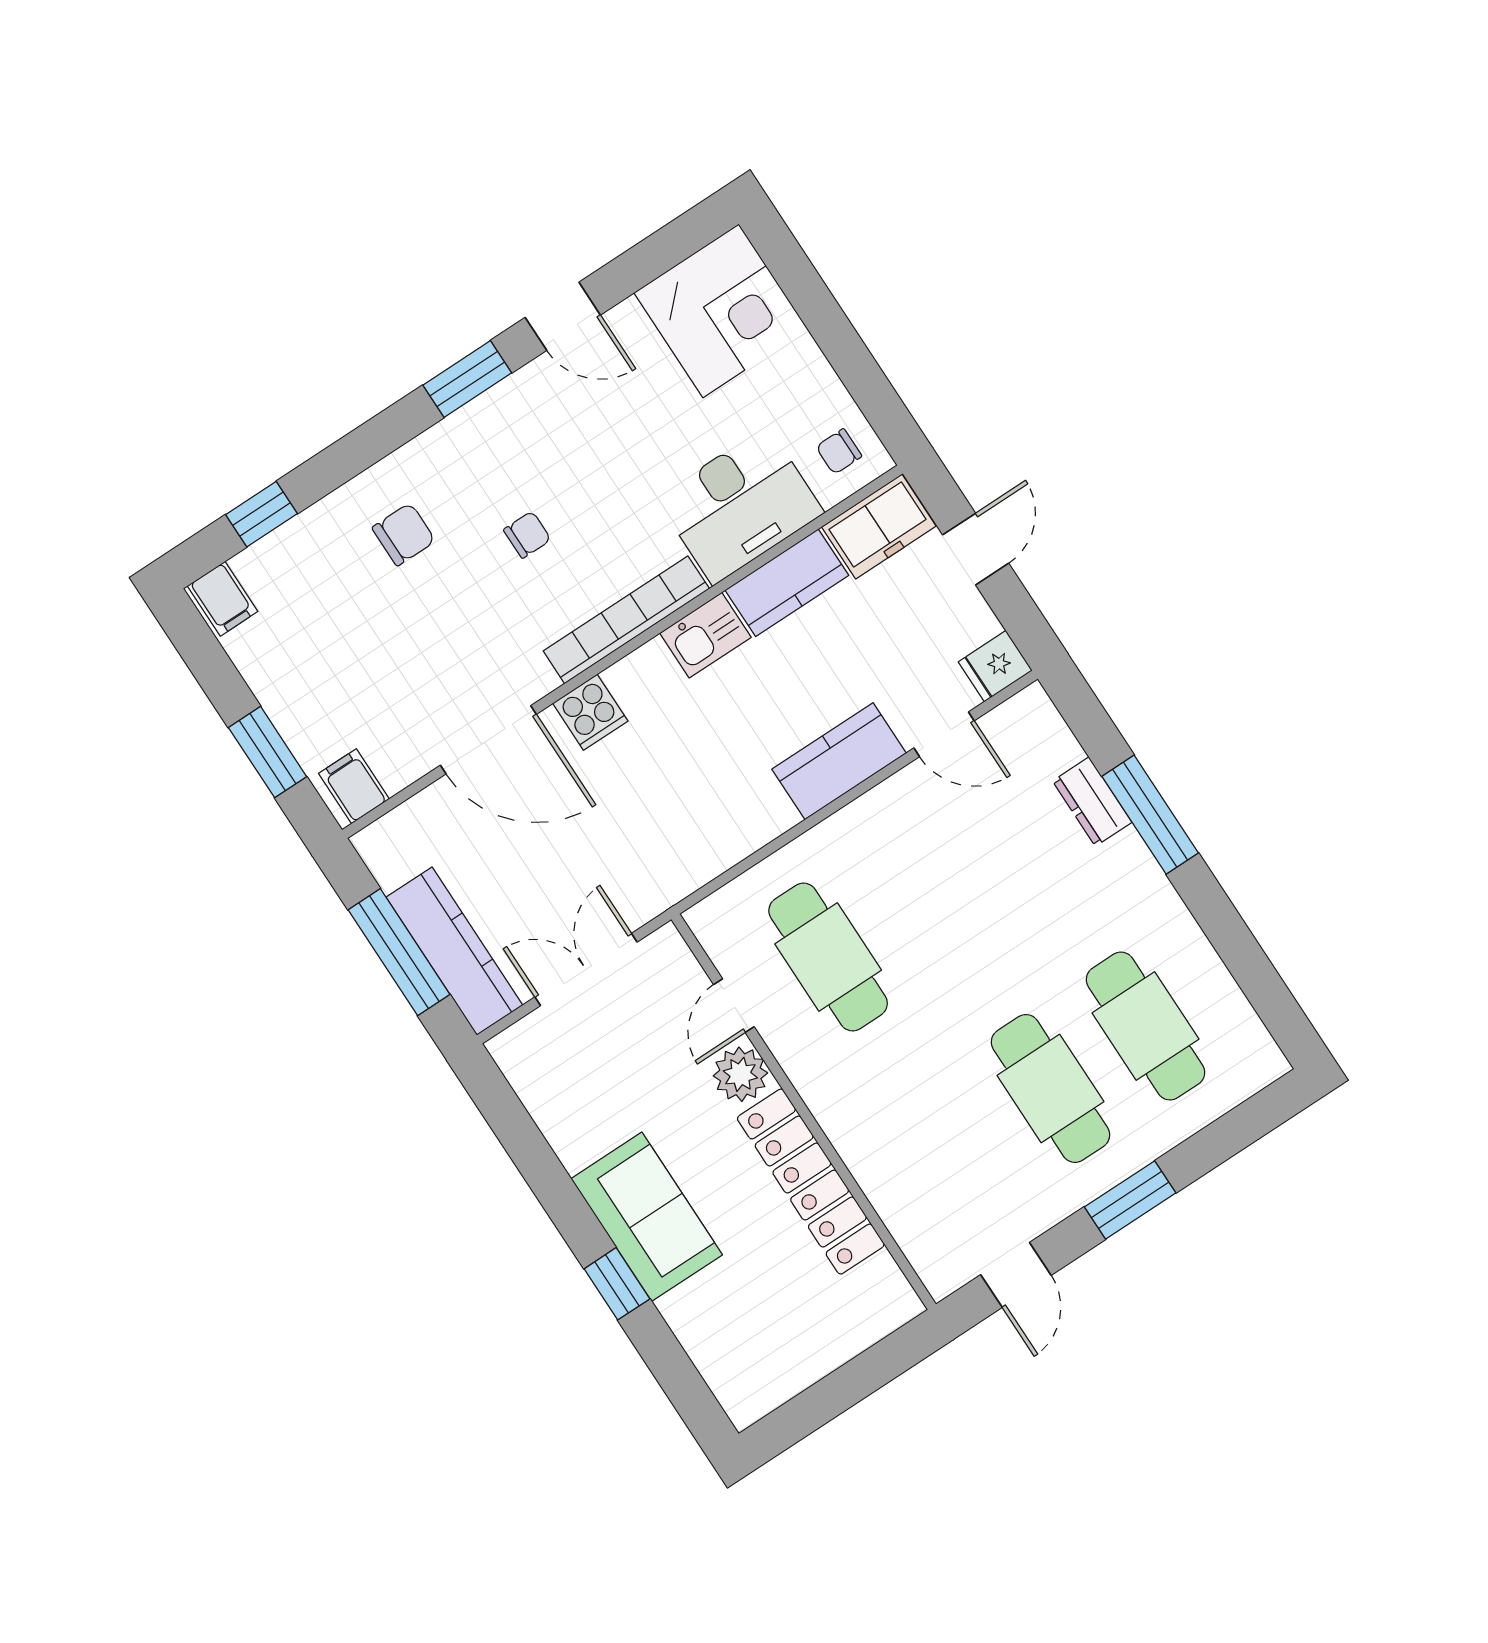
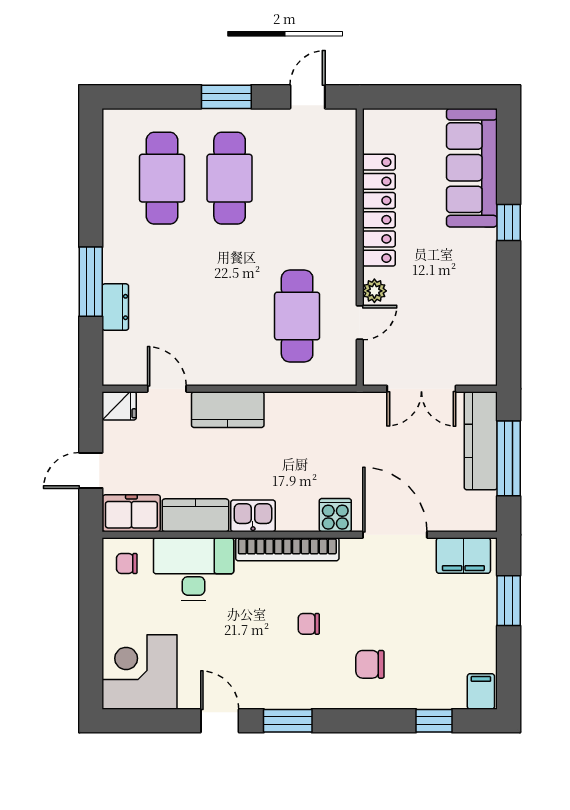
chair: (839, 451) -> (127, 564), turned 180
filing cabinet: (354, 786) -> (463, 555), width x2.00
plant: (740, 1074) -> (374, 291), width x0.73, depth x0.73
sofa: (647, 1217) -> (472, 168), moved, width x1.36

